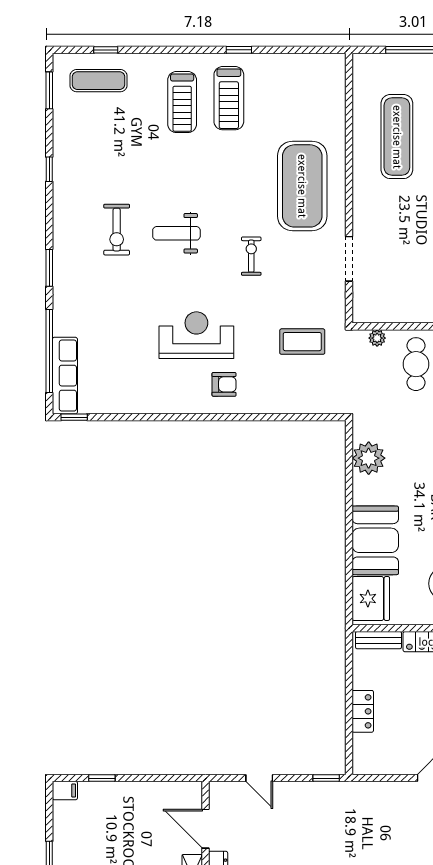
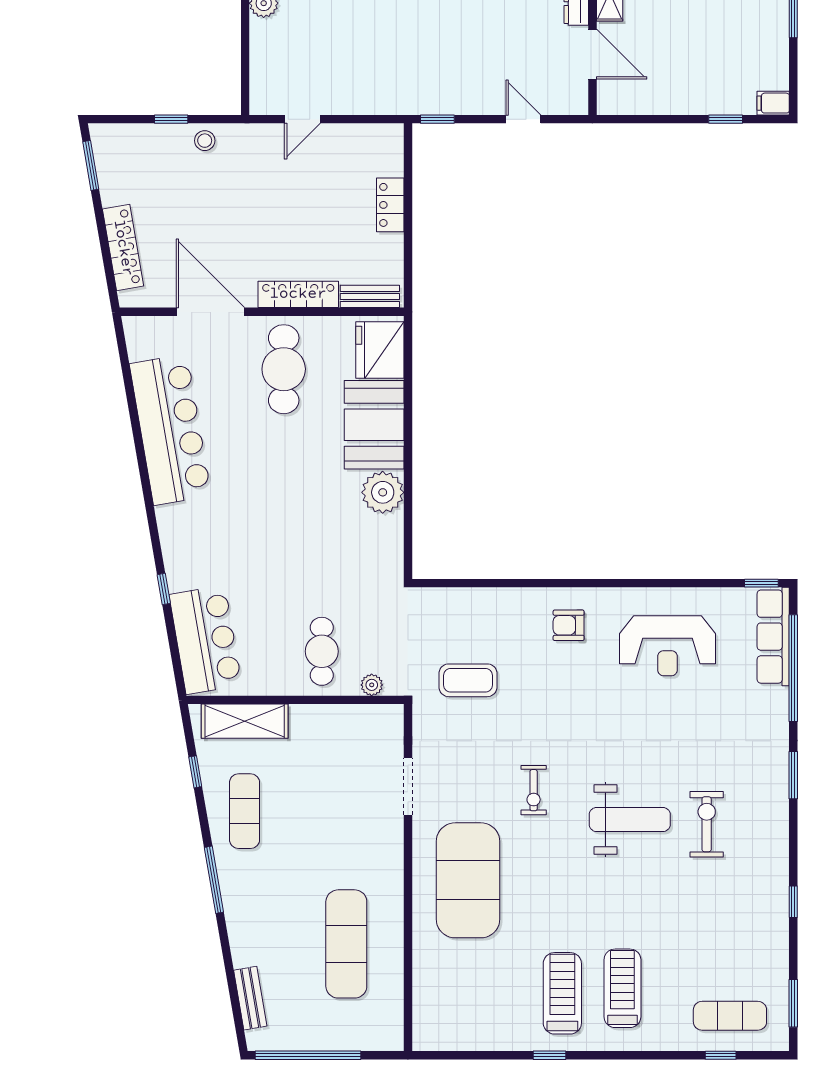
weight bench: (176, 233) -> (630, 820), width x1.36, depth x1.33
reception desk: (196, 335) -> (667, 646), moved
plant: (369, 458) -> (383, 492), moved

